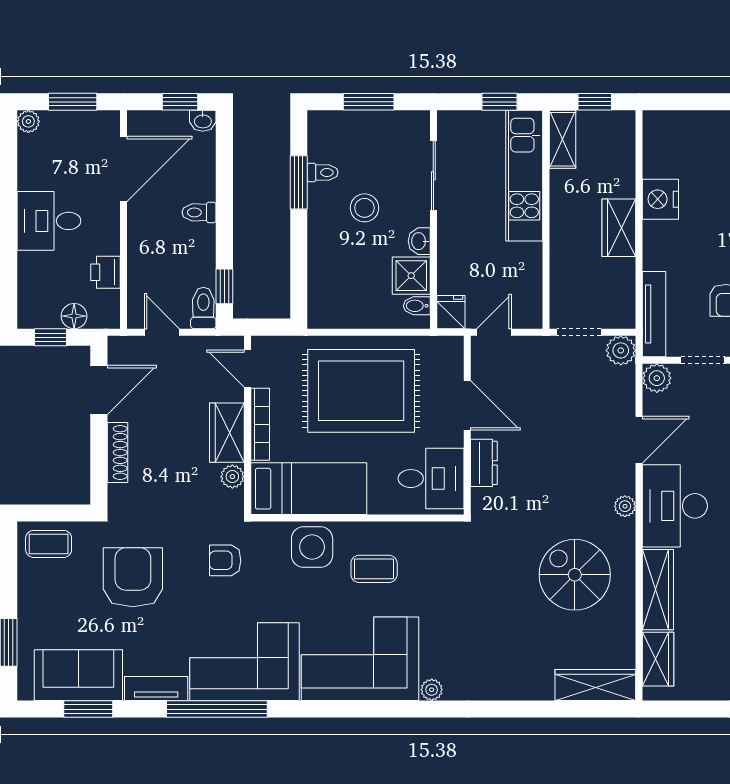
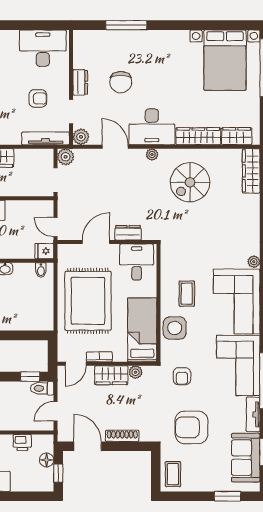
shower: (411, 276) -> (24, 273), removed
bookcase: (260, 424) -> (99, 357), width x0.64

